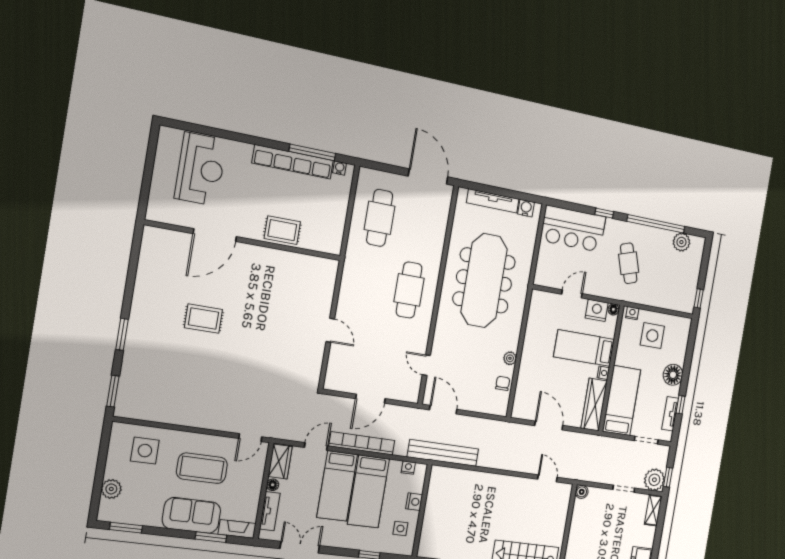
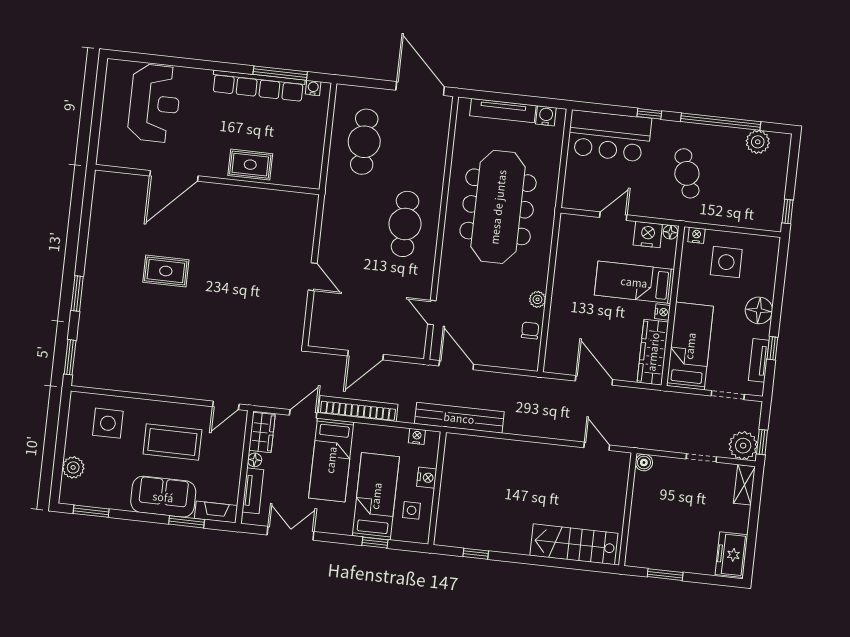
bed: (368, 491) -> (376, 496), moved, turned 180

